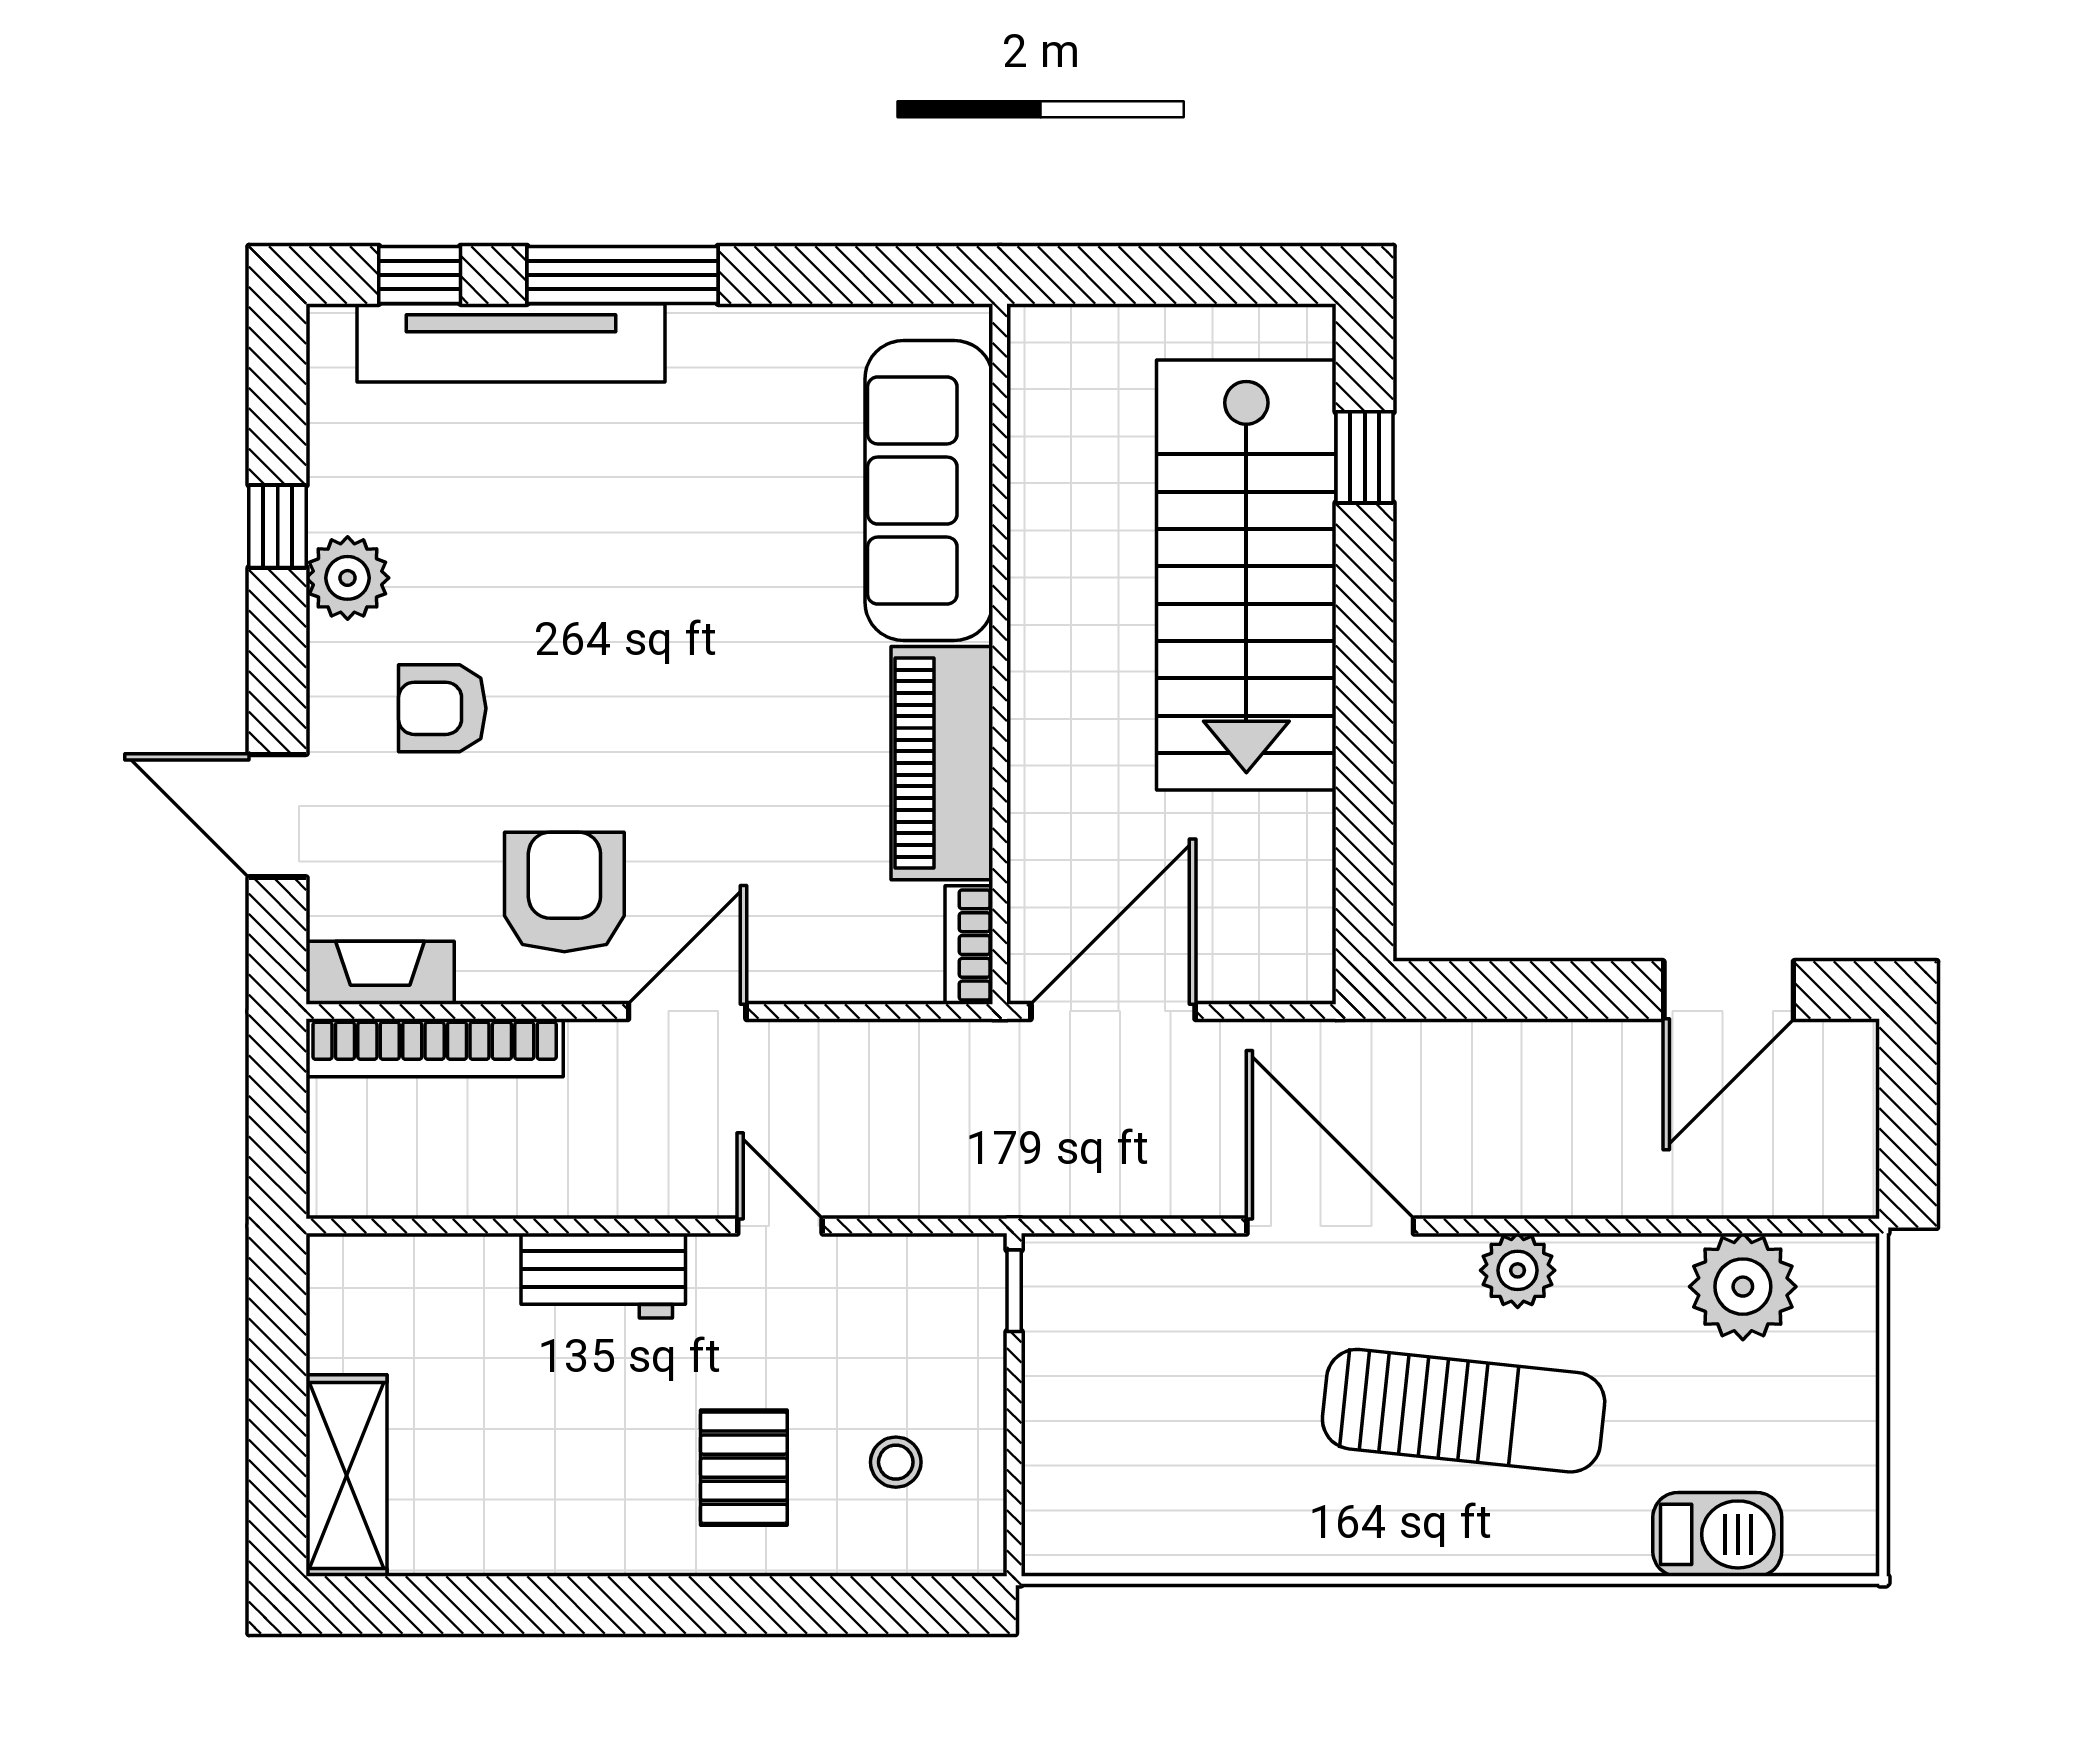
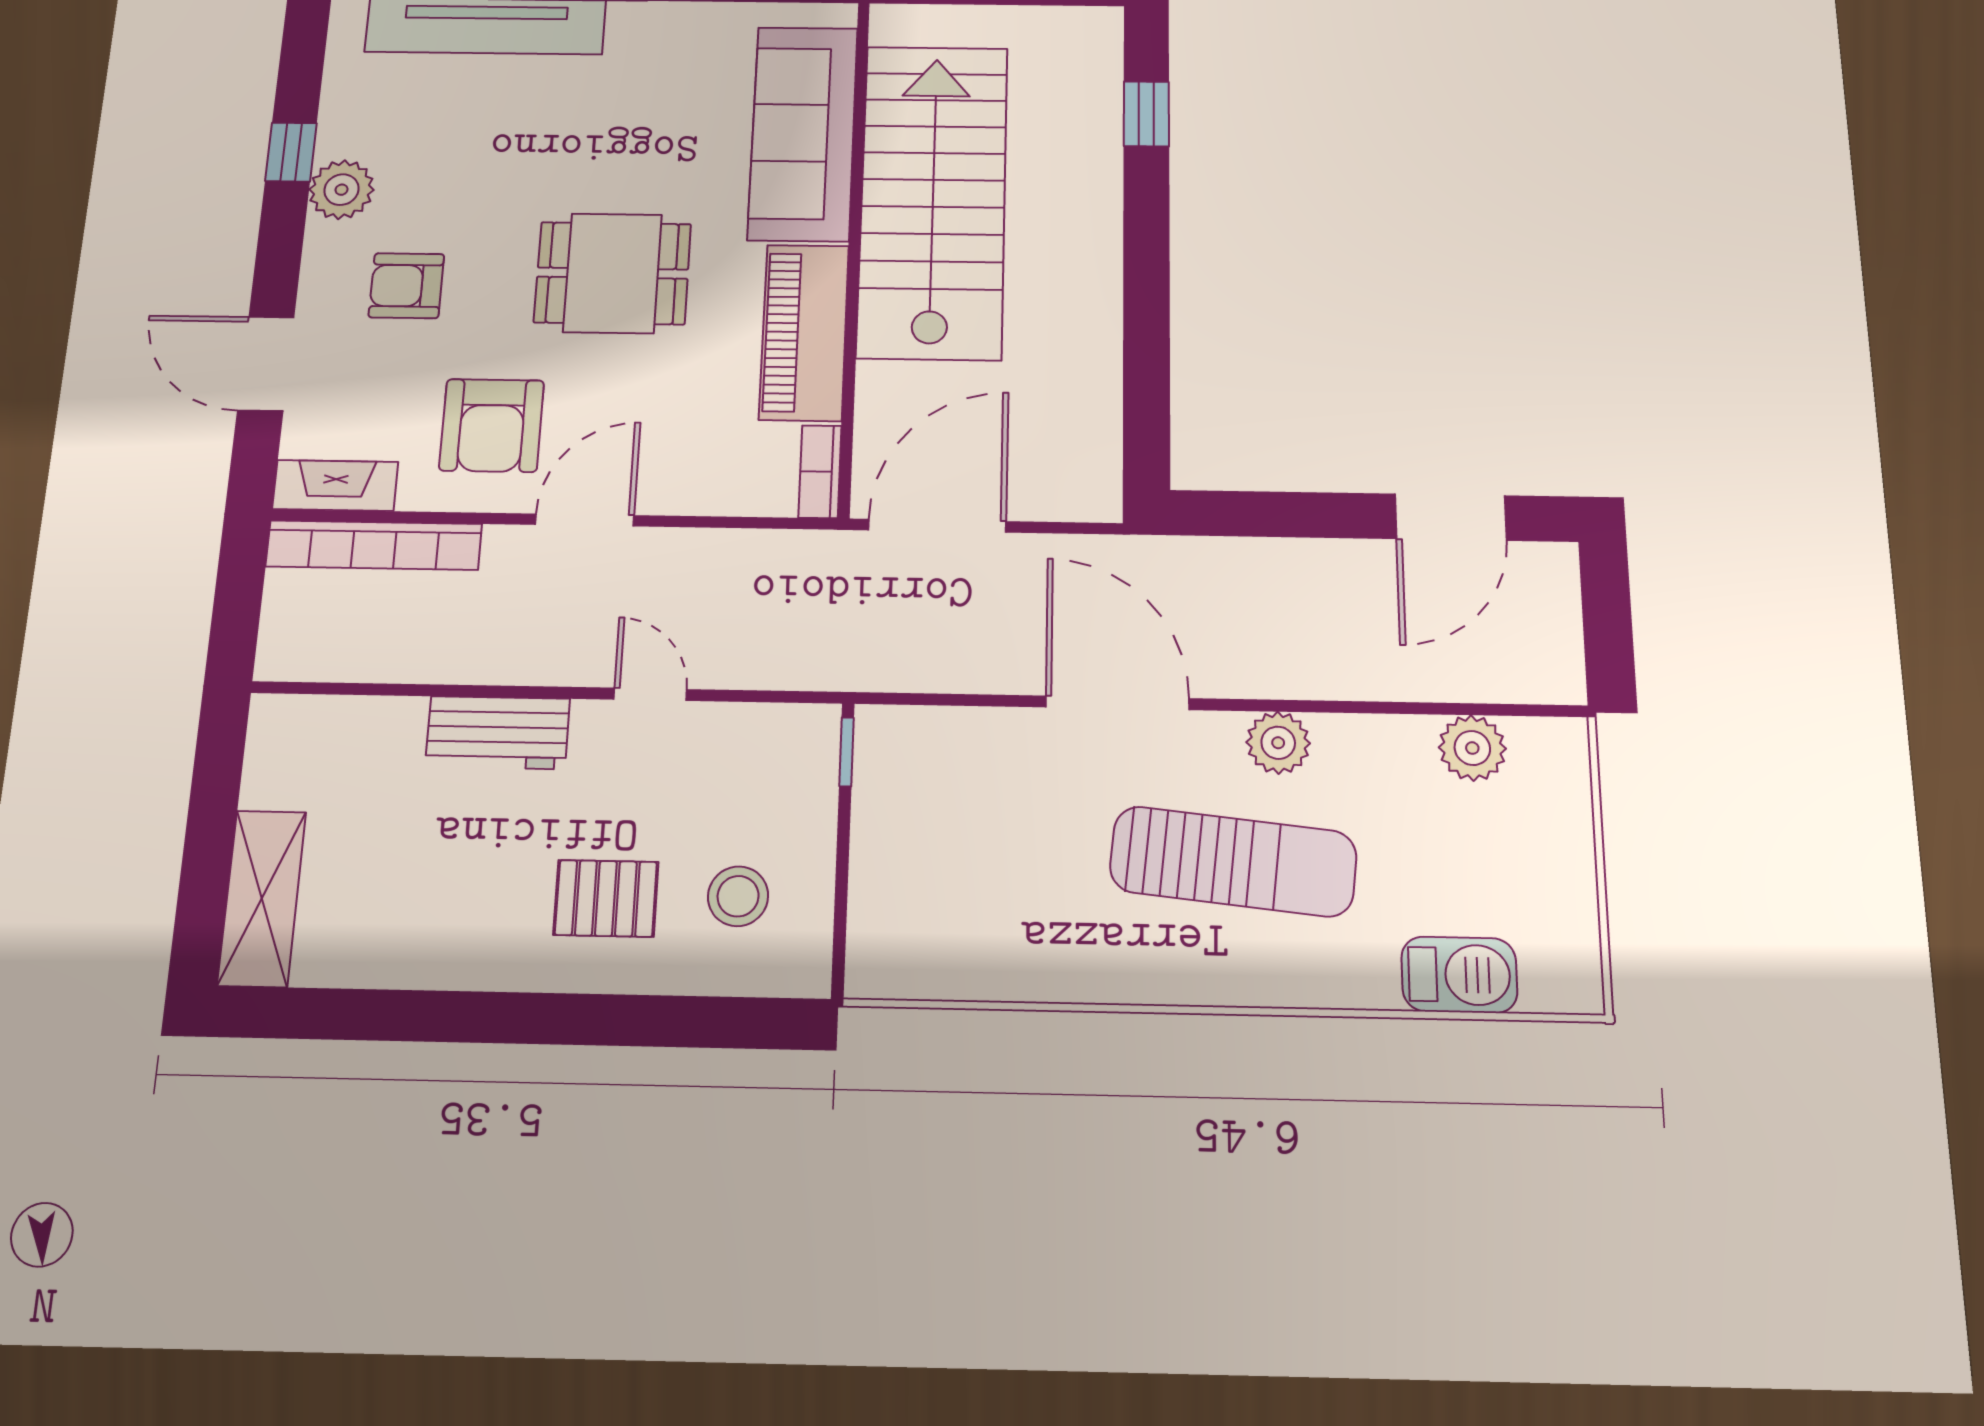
stairs: (1246, 575) -> (933, 201), moved, turned 180
dining table: (699, 687) -> (613, 273), added
armchair: (564, 892) -> (492, 425), turned 180
plant: (1743, 1287) -> (1472, 748), width x0.73, depth x0.73
stool: (896, 1462) -> (738, 896), width x1.37, depth x1.37
pallet: (744, 1468) -> (606, 898), turned 90

